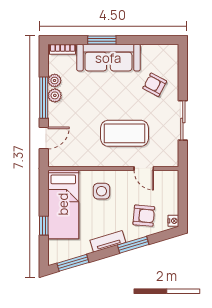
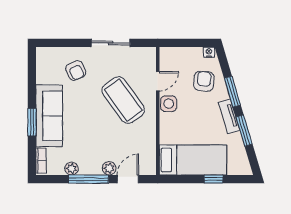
armchair: (155, 85) -> (76, 70), turned -52
plant: (55, 95) -> (109, 168), moved
coffee table: (124, 133) -> (123, 100), turned -36
door: (44, 138) -> (128, 179), hinge flipped
side table: (101, 191) -> (169, 104), moved
window: (73, 263) -> (244, 131), moved

